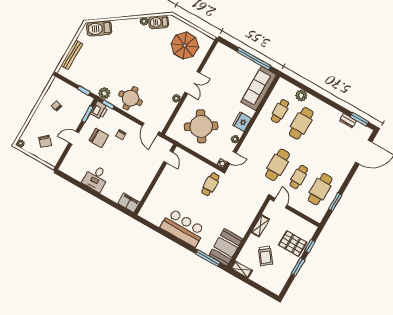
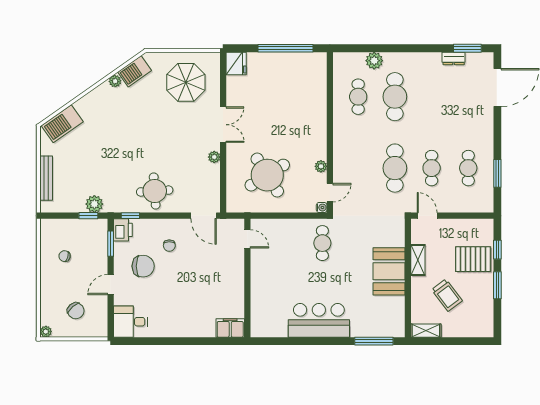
sofa: (259, 88) -> (314, 83), removed
plant: (104, 93) -> (94, 204), moved
fridge: (242, 122) -> (236, 64), moved, turned 180
desk: (96, 178) -> (131, 322), moved, turned 90
cafe table: (320, 189) -> (468, 168), width x0.73, depth x0.74
booth: (226, 247) -> (389, 271), moved

